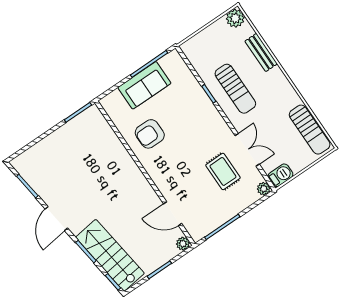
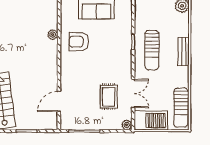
bench: (261, 52) -> (184, 52), moved
barbecue: (280, 175) -> (151, 120), width x1.88, depth x1.53
door: (173, 214) -> (59, 101), hinge flipped
plant: (183, 244) -> (53, 35), moved

